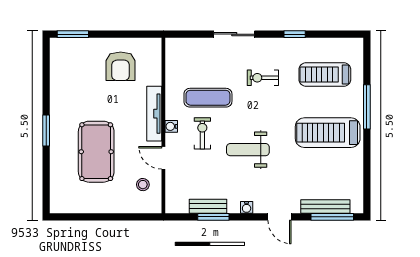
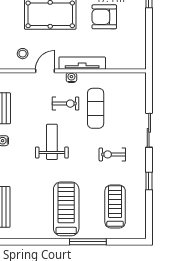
armchair: (121, 66) -> (104, 17), moved
exercise bike: (263, 78) -> (112, 154), turned -90

